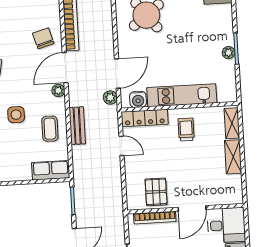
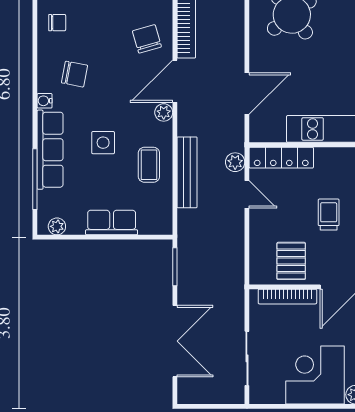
plant: (110, 97) -> (235, 162), moved
water cooler: (138, 99) -> (274, 131), removed
bench: (77, 126) -> (187, 172), width x1.36
trolley: (186, 130) -> (329, 214), moved
row of seats: (51, 170) -> (112, 223), moved

